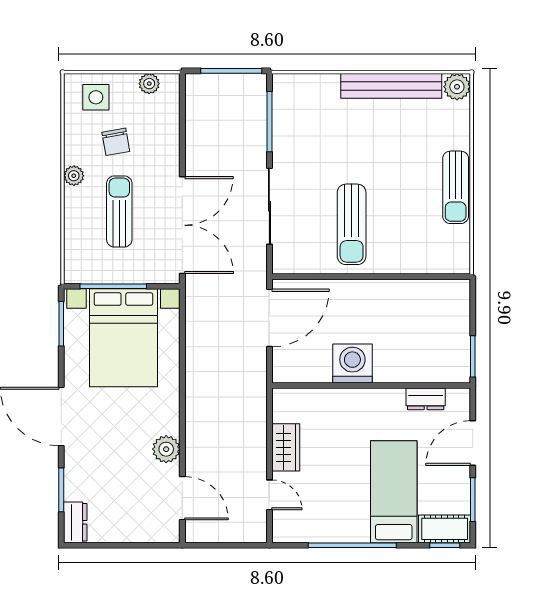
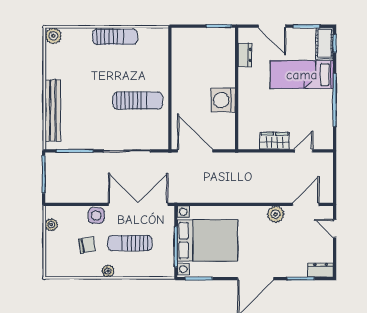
bench: (391, 86) -> (53, 111), moved
side table: (96, 97) -> (96, 215), moved
door: (143, 545) -> (335, 229), added

